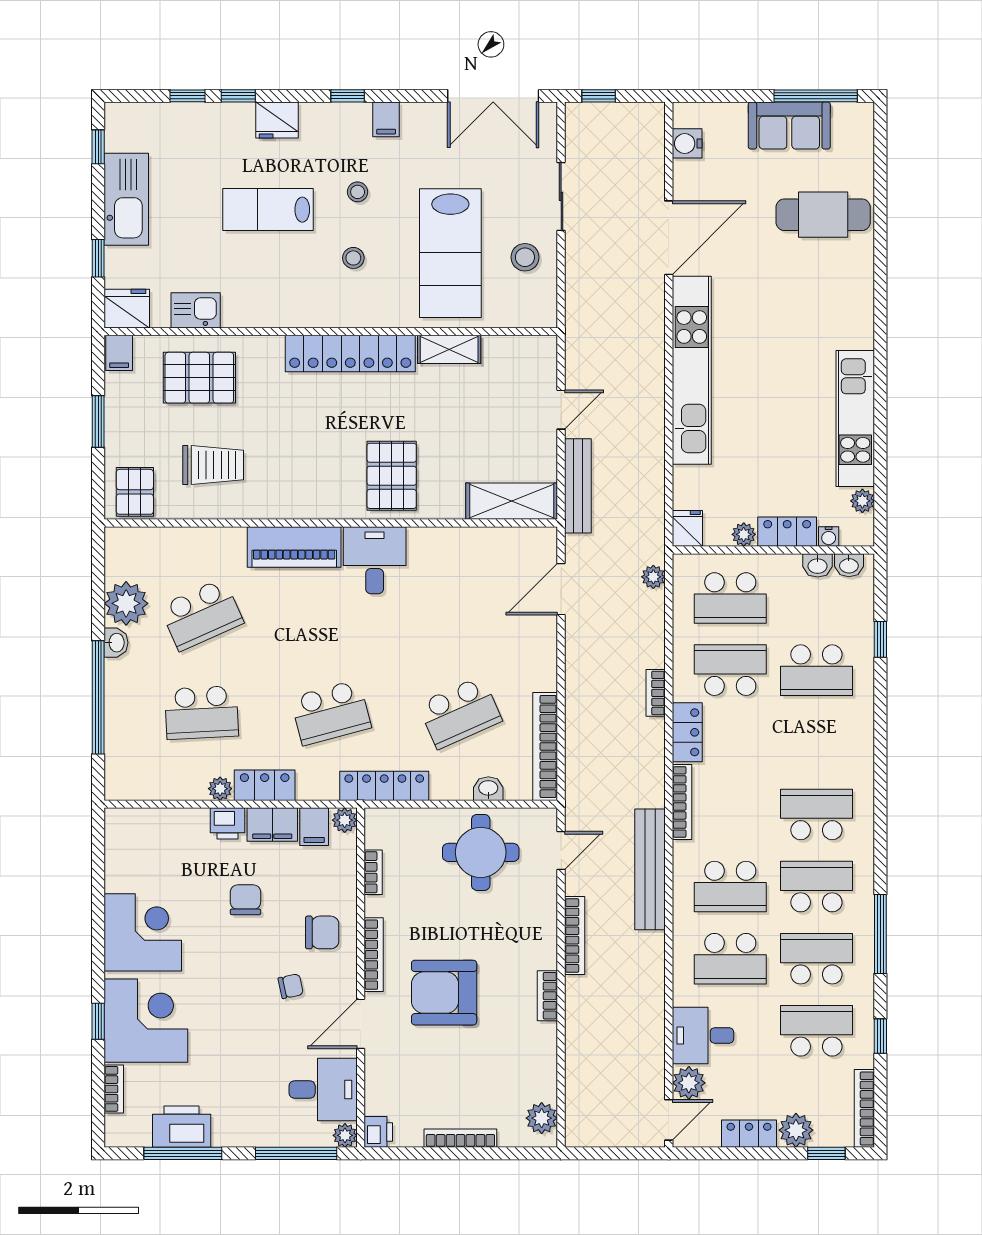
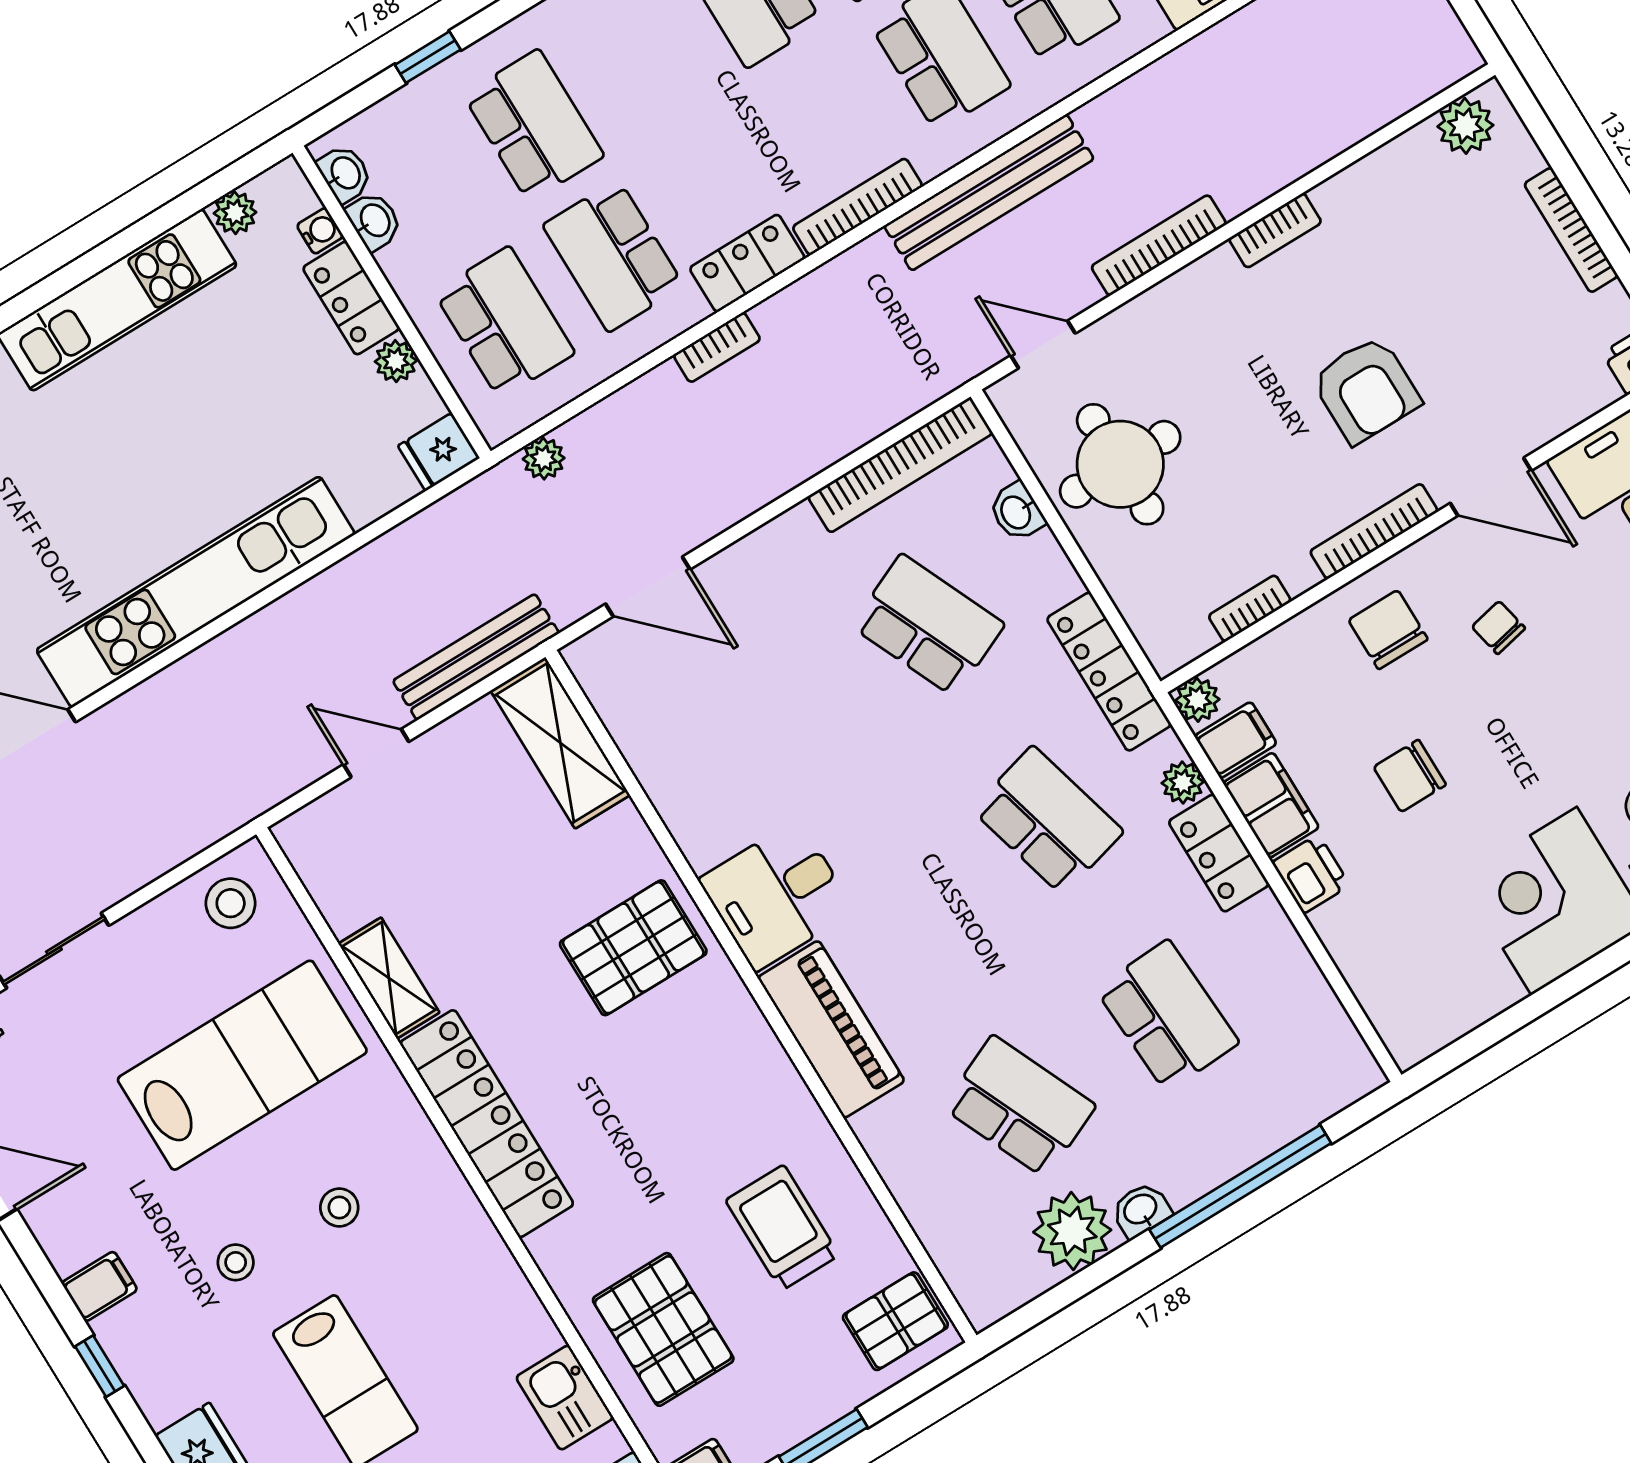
stool: (525, 257) -> (231, 903), moved
plant: (220, 789) -> (1183, 782), moved
armchair: (444, 993) -> (1366, 390), width x0.73, depth x0.73

